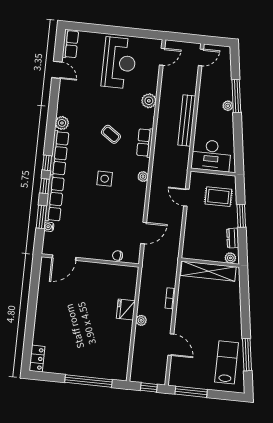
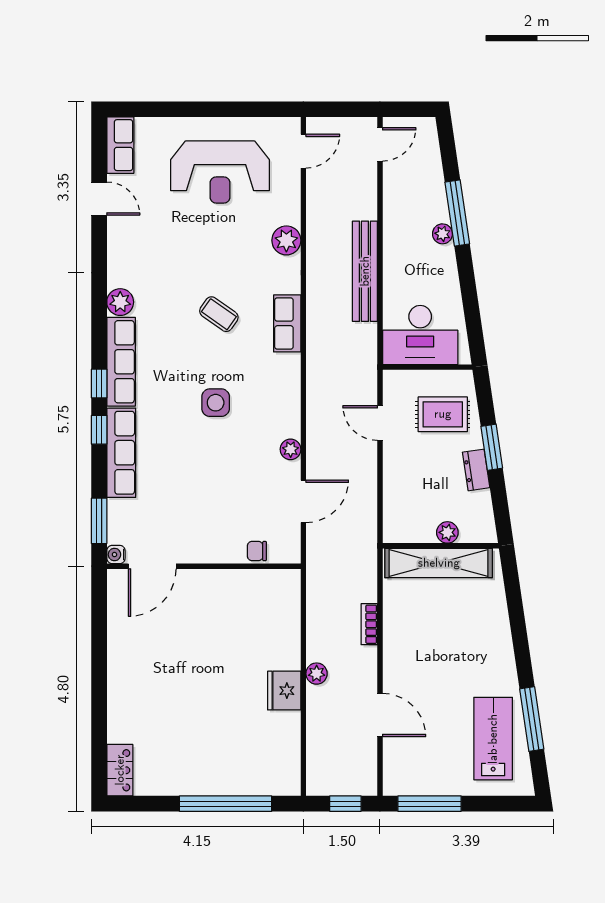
reception desk: (119, 63) -> (220, 172), turned 90
plant: (143, 177) -> (291, 449), moved
window: (41, 217) -> (99, 521), moved
water cooler: (49, 227) -> (116, 555), moved
dresser: (233, 238) -> (476, 470), moved
plant: (230, 258) -> (447, 532), moved
fridge: (126, 310) -> (284, 691), moved

